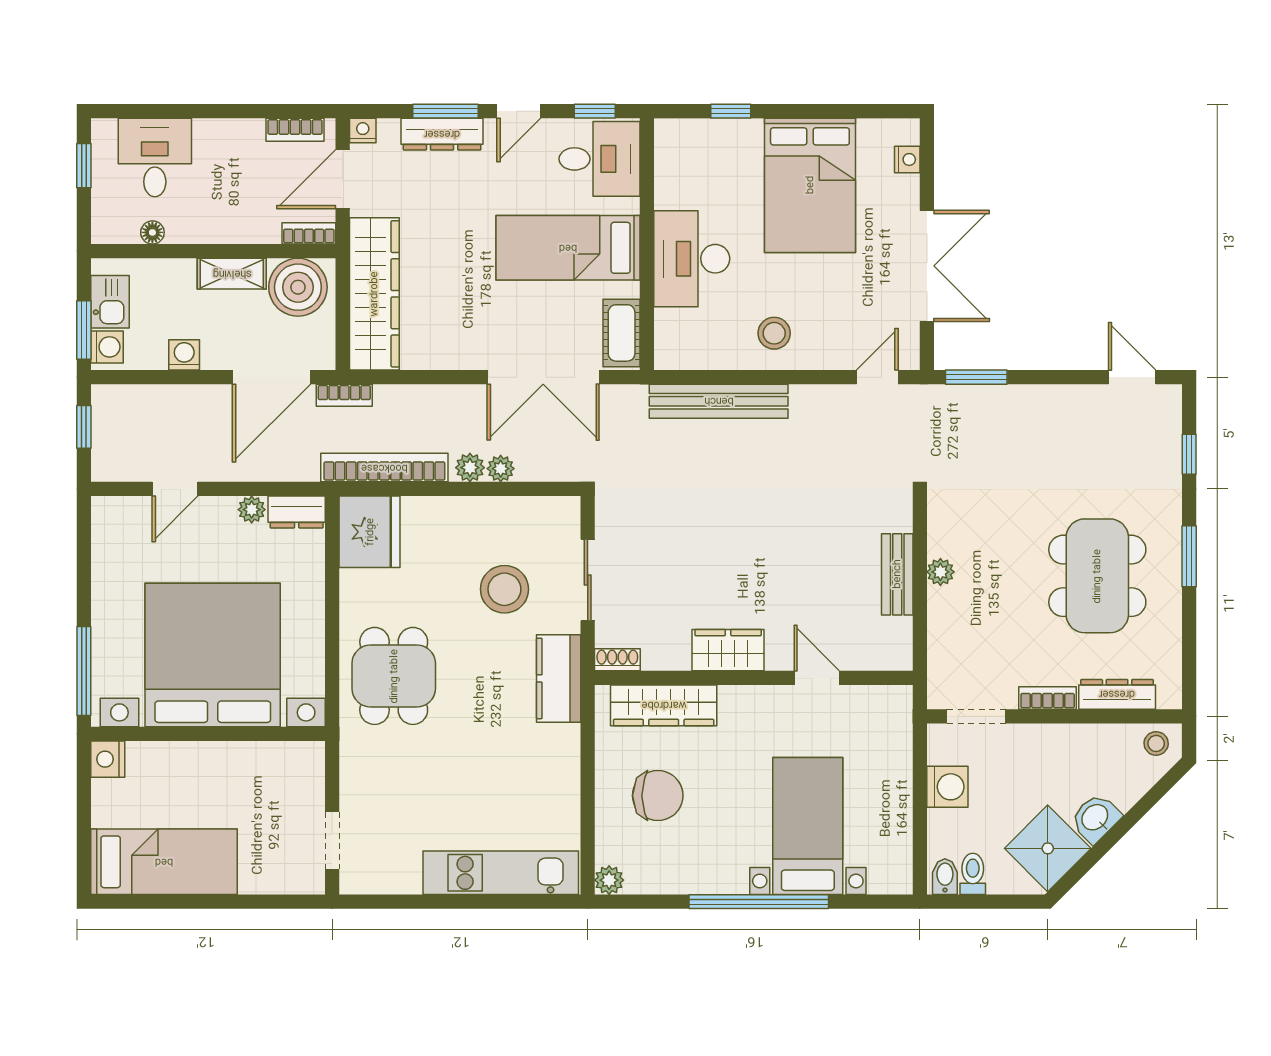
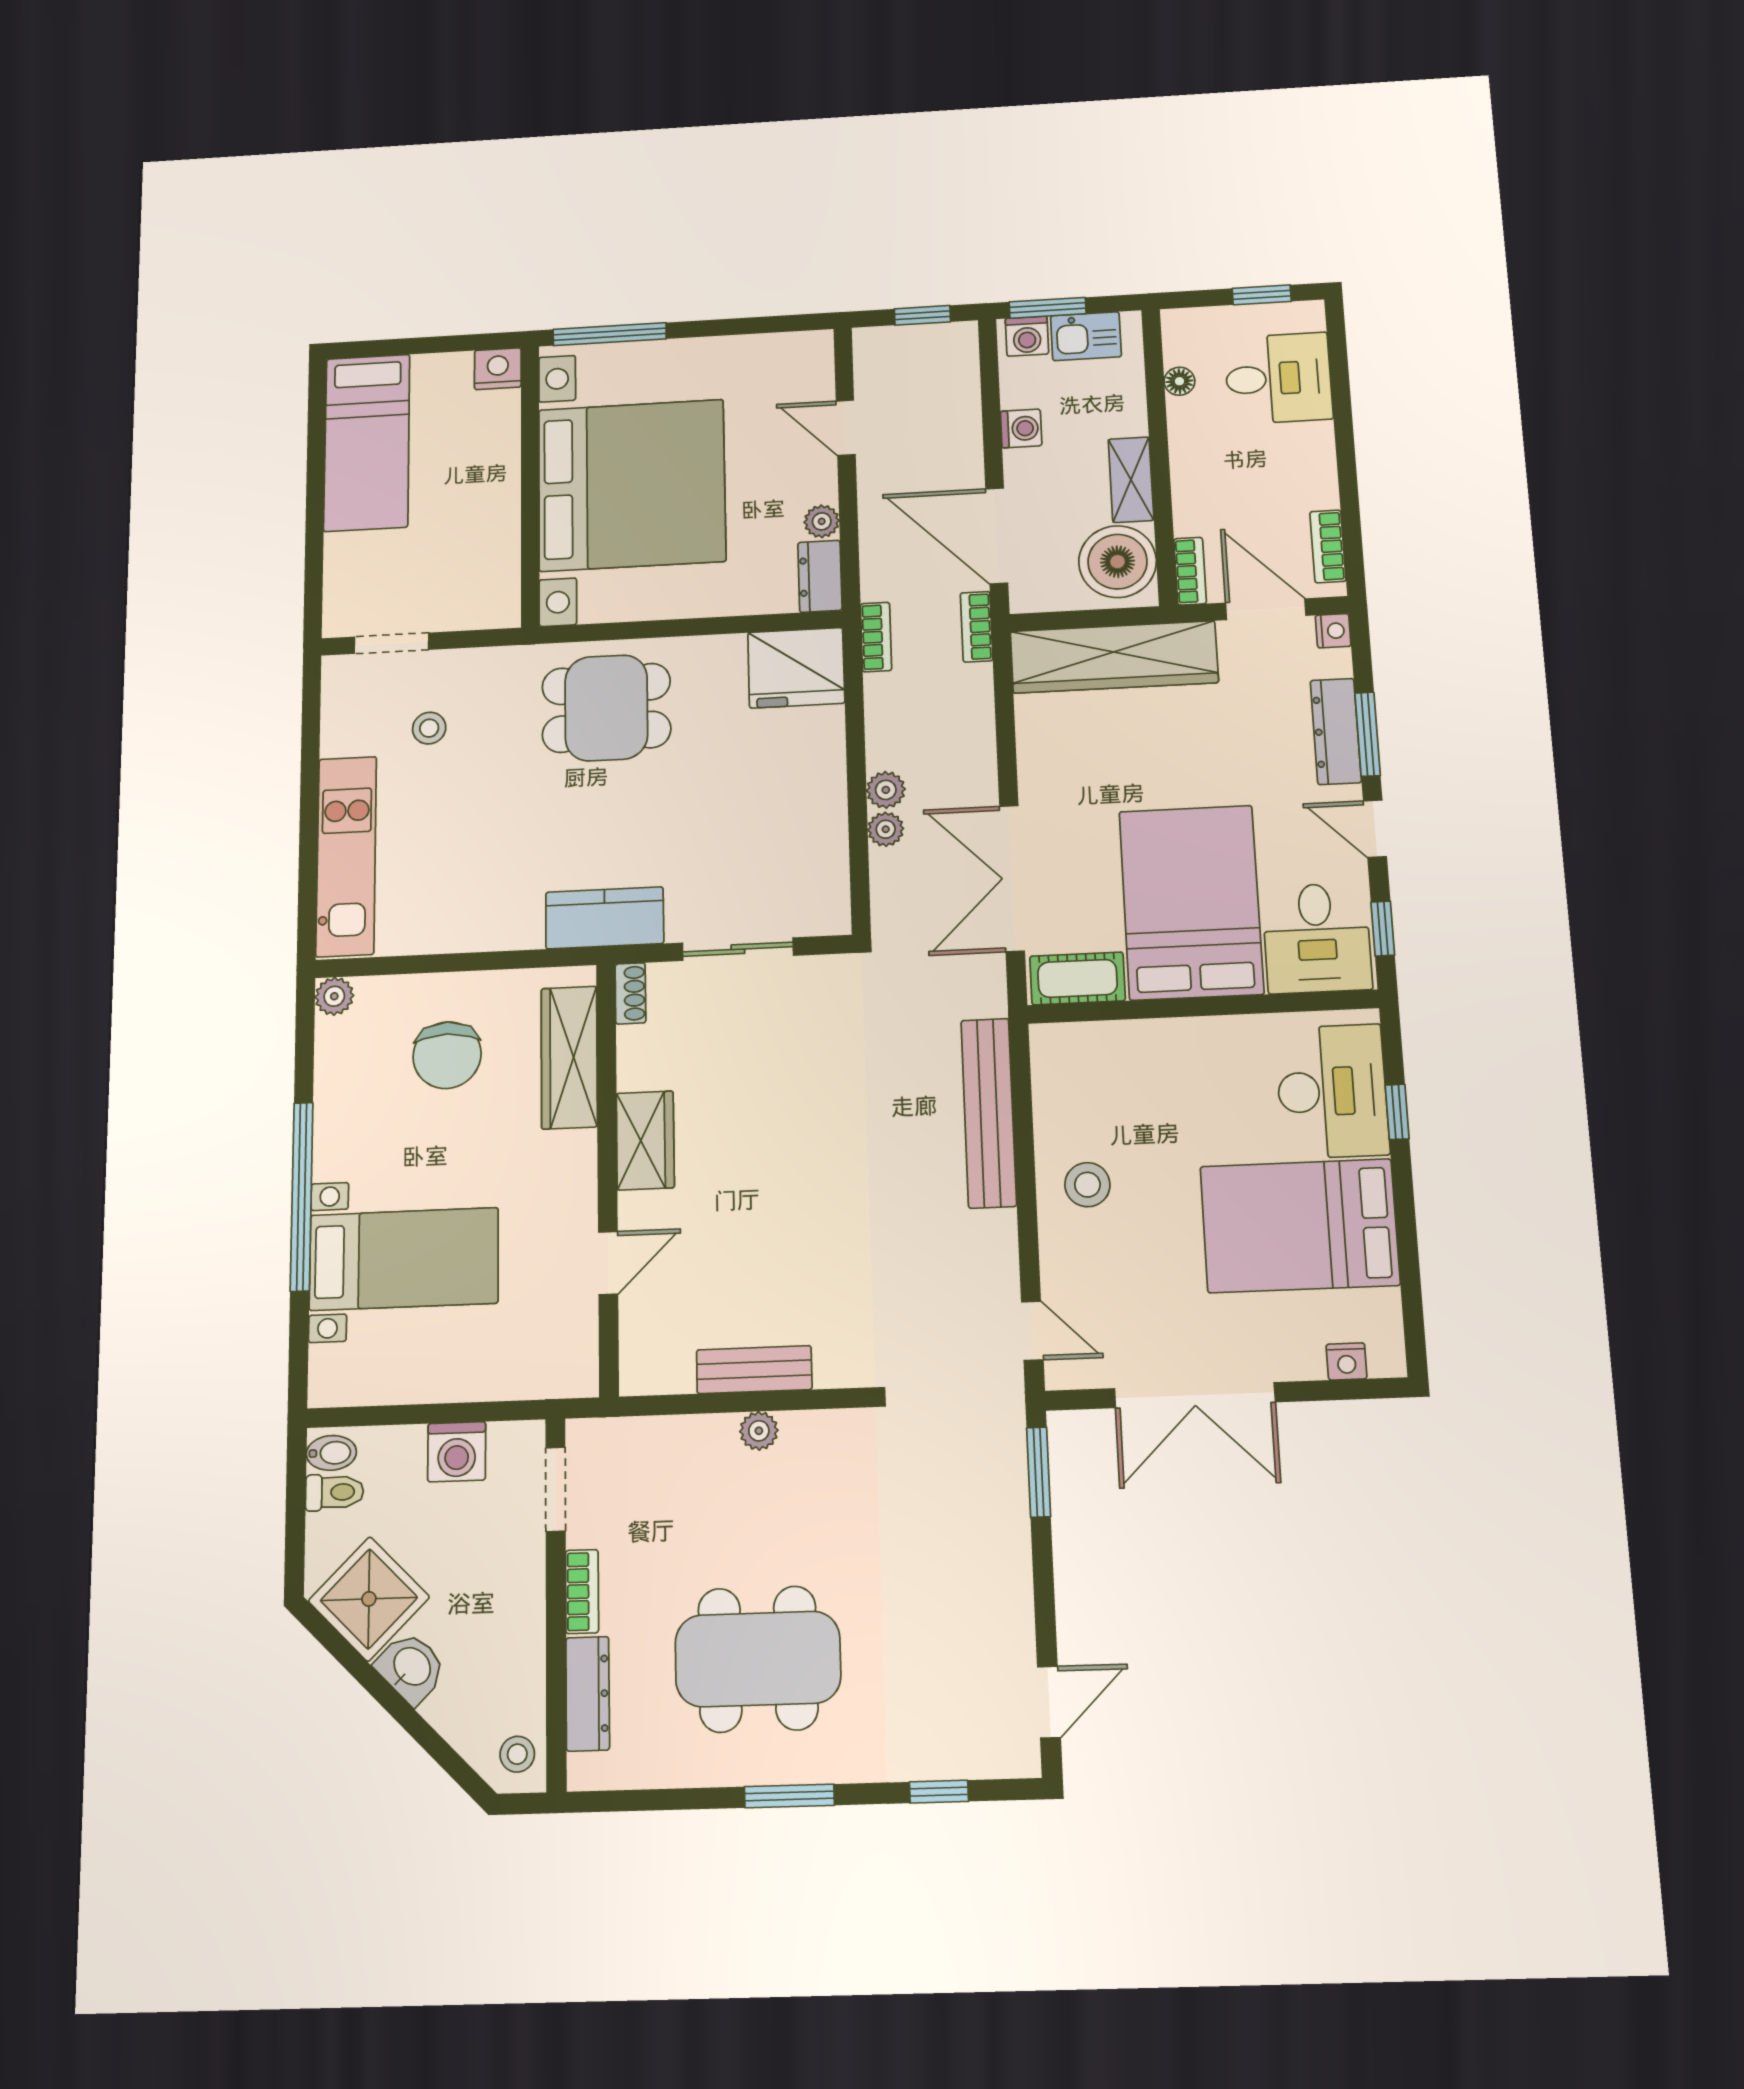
bed: (568, 248) -> (1191, 902), width x1.50
desk: (692, 259) -> (1332, 1091), moved, turned 90
bookcase: (384, 468) -> (876, 637), width x0.43, depth x0.76
stool: (504, 589) -> (429, 728), moved, width x0.53, depth x0.53

